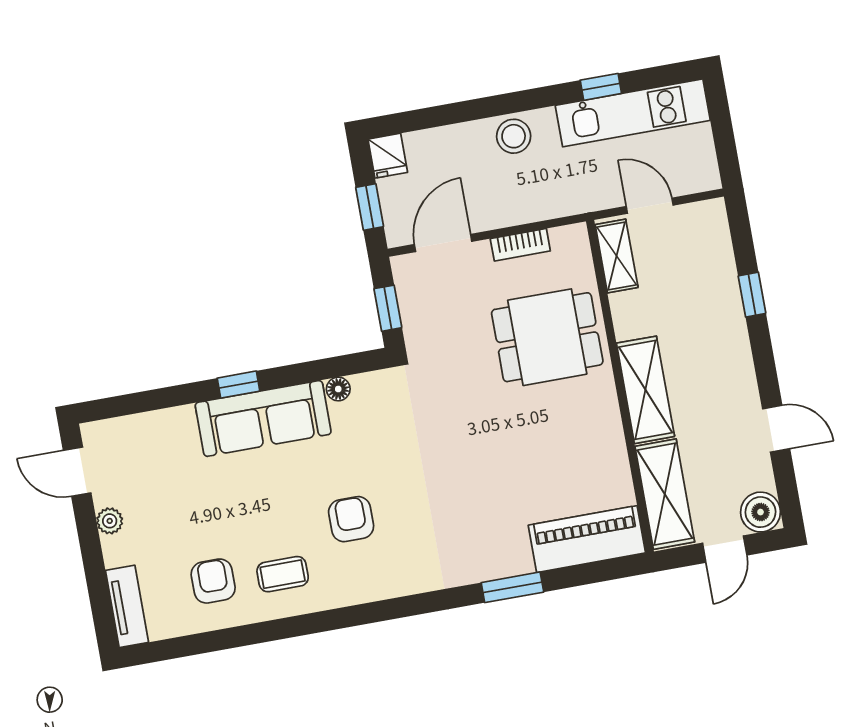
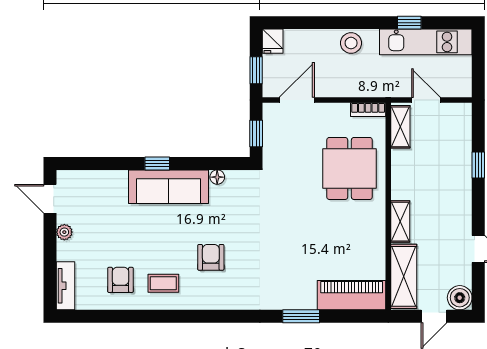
bookcase: (520, 245) -> (368, 110), moved
dining table: (547, 337) -> (350, 168), turned 90
shelving: (645, 390) -> (400, 222), width x0.67, depth x0.75

